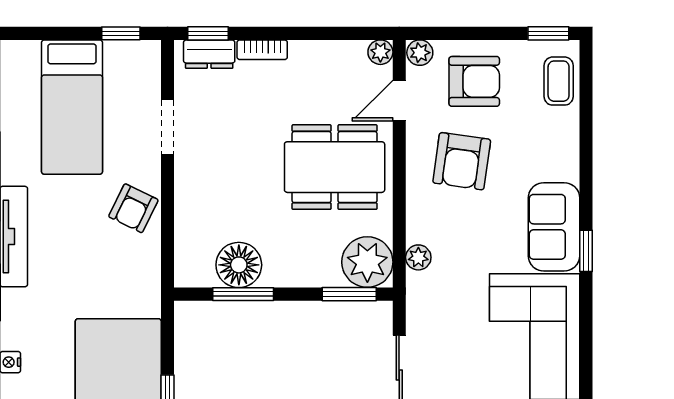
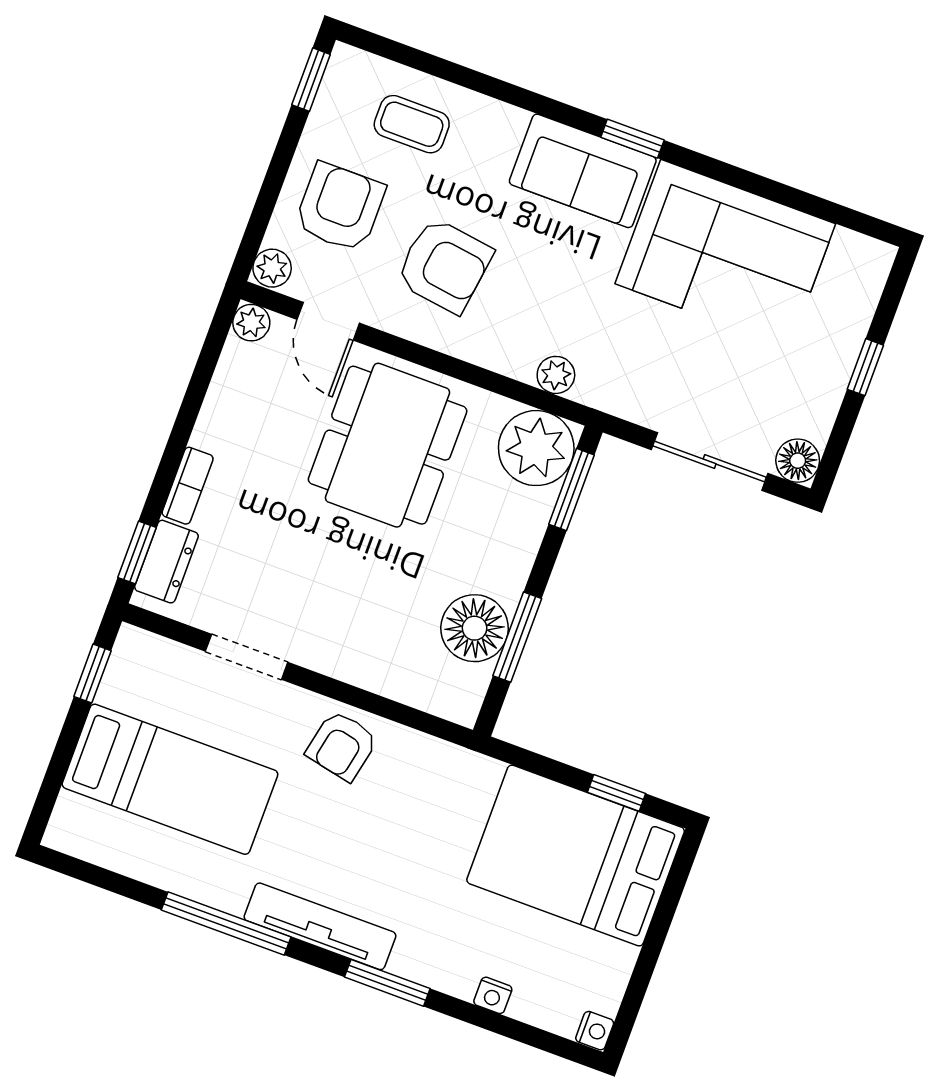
coffee table: (559, 81) -> (412, 124), moved
armchair: (133, 208) -> (342, 746), turned 76

